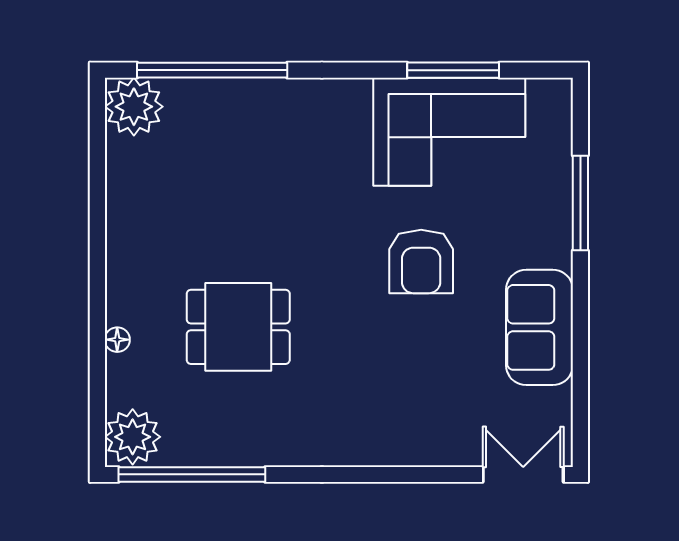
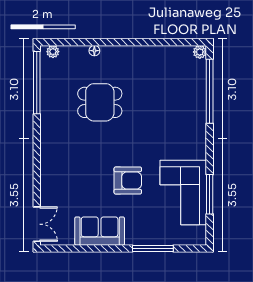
plant: (134, 107) -> (200, 52), width x0.53, depth x0.53
armchair: (421, 262) -> (128, 180), turned 180
dining table: (238, 327) -> (100, 102), turned 90
plant: (133, 437) -> (53, 52), width x0.53, depth x0.53

